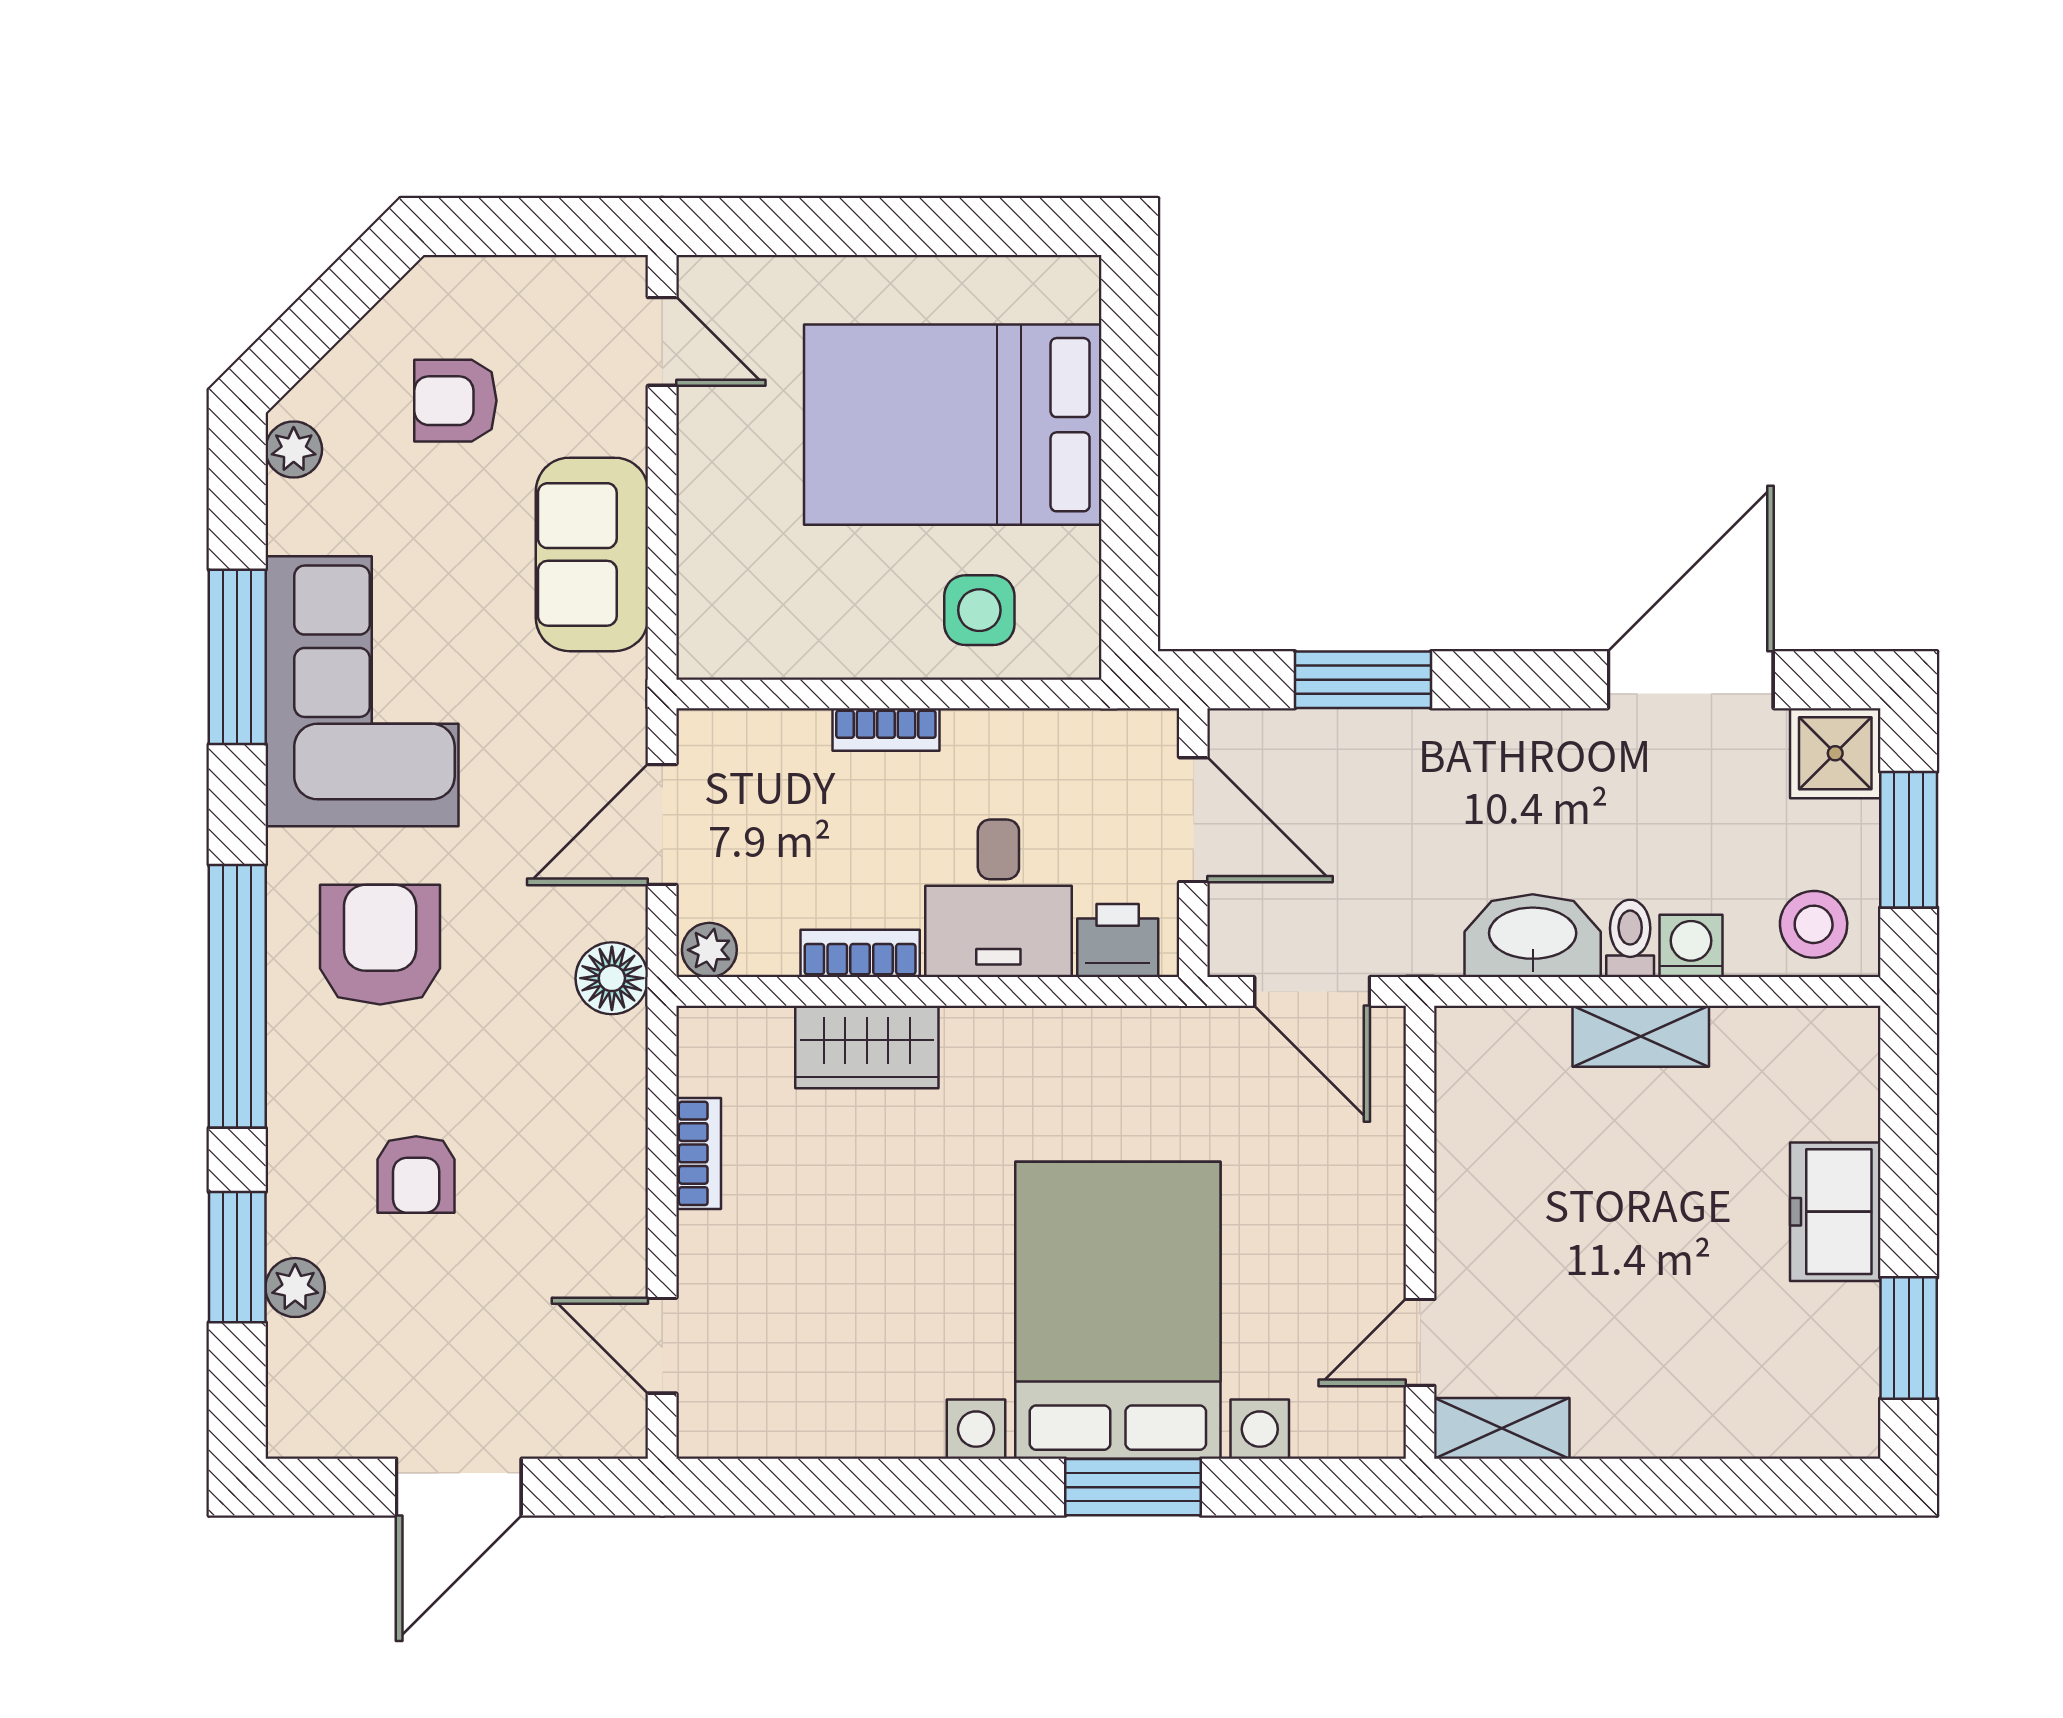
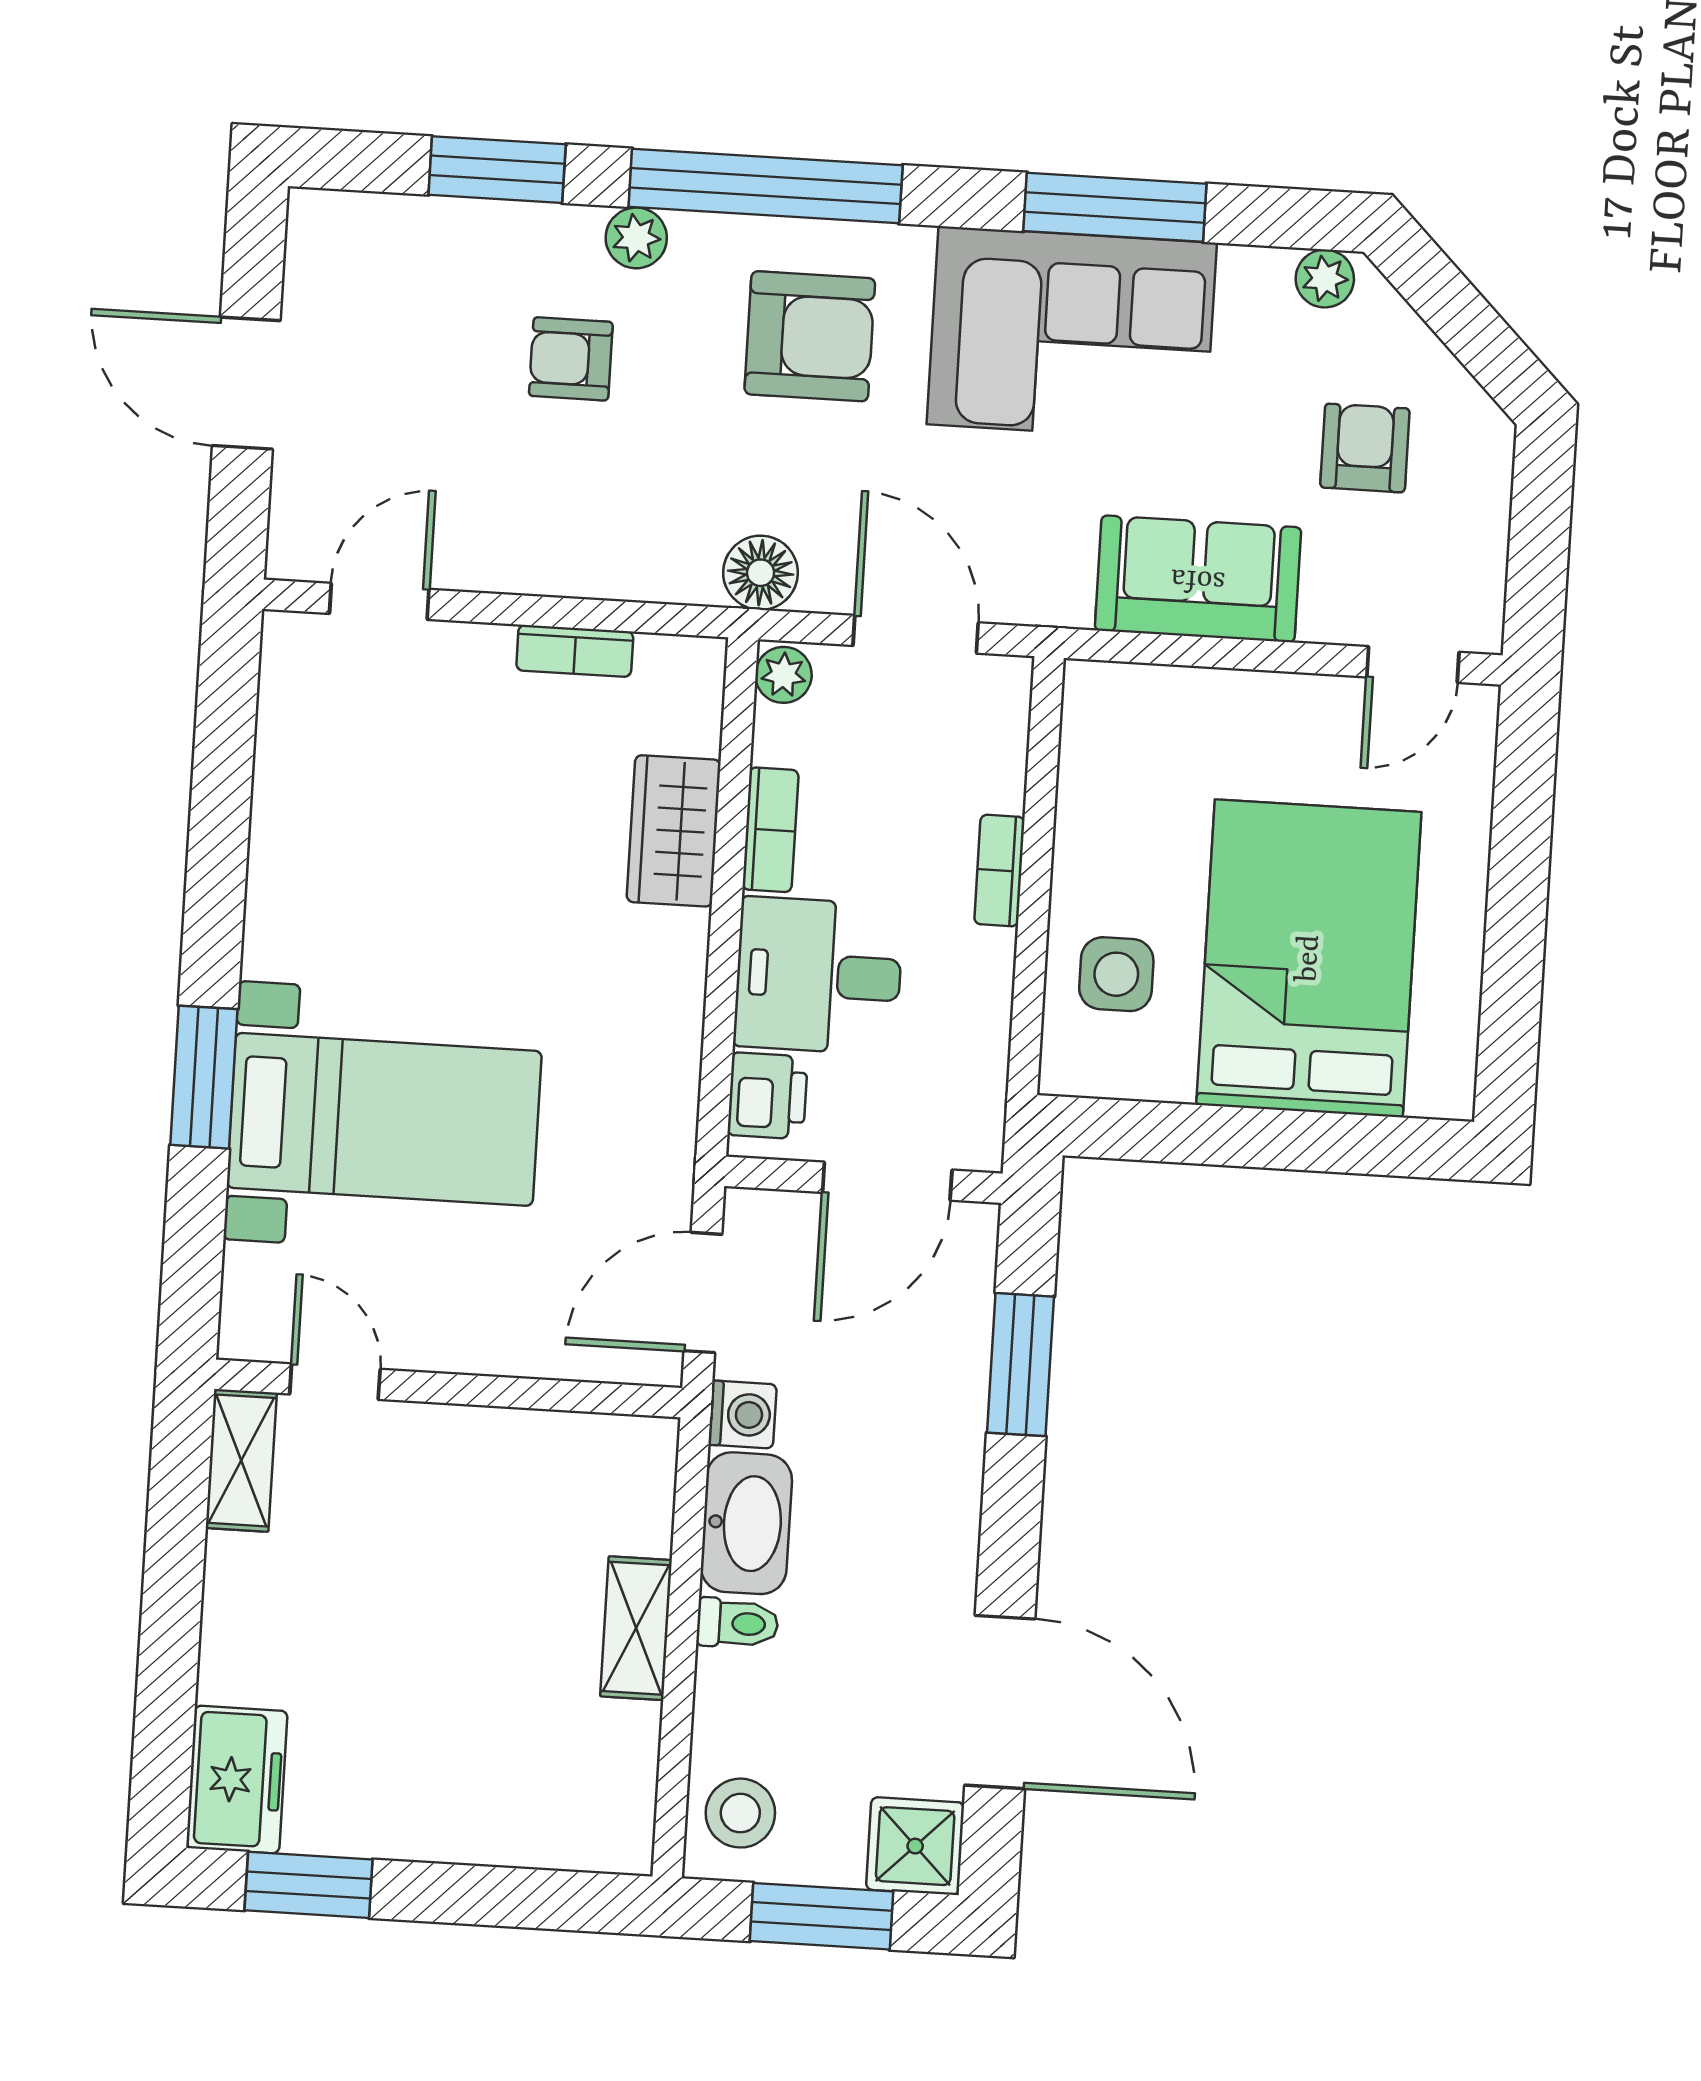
washing machine: (1691, 946) -> (742, 1415), moved
freezer: (1835, 1212) -> (237, 1780), moved, turned 90
plant: (295, 1288) -> (636, 238), moved
bed with nightstands: (1118, 1310) -> (384, 1119), width x0.73

